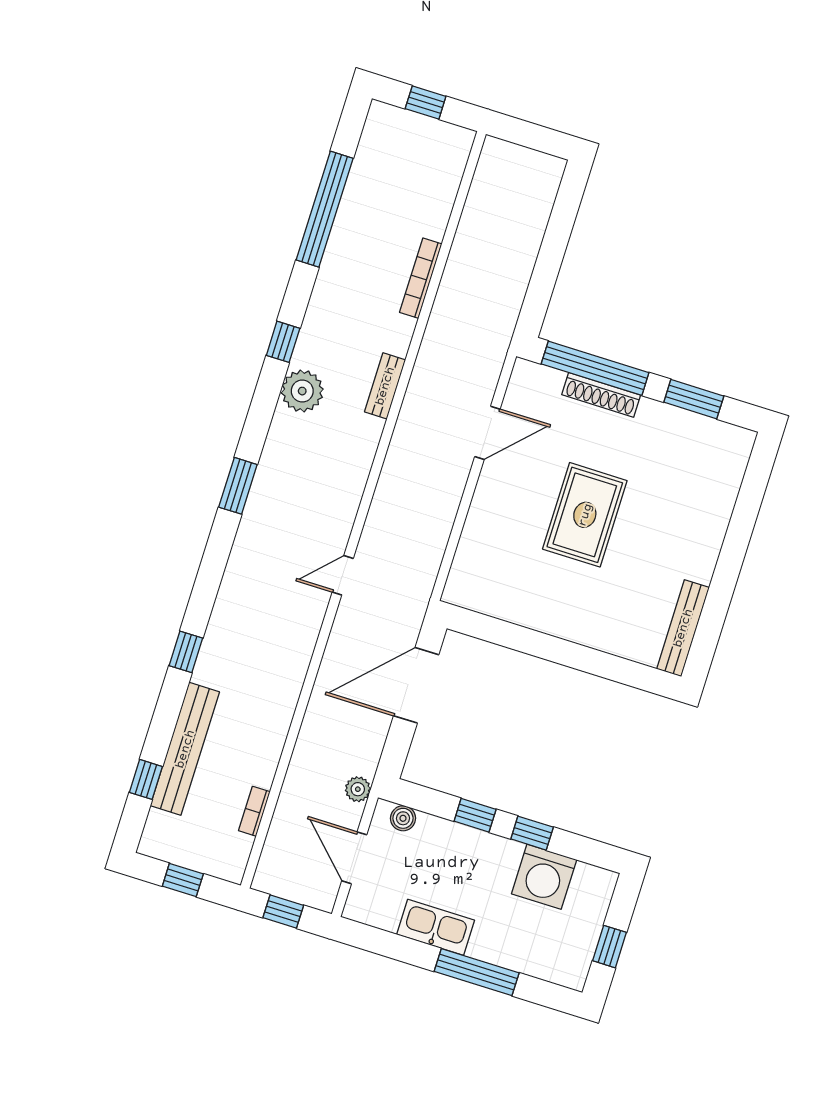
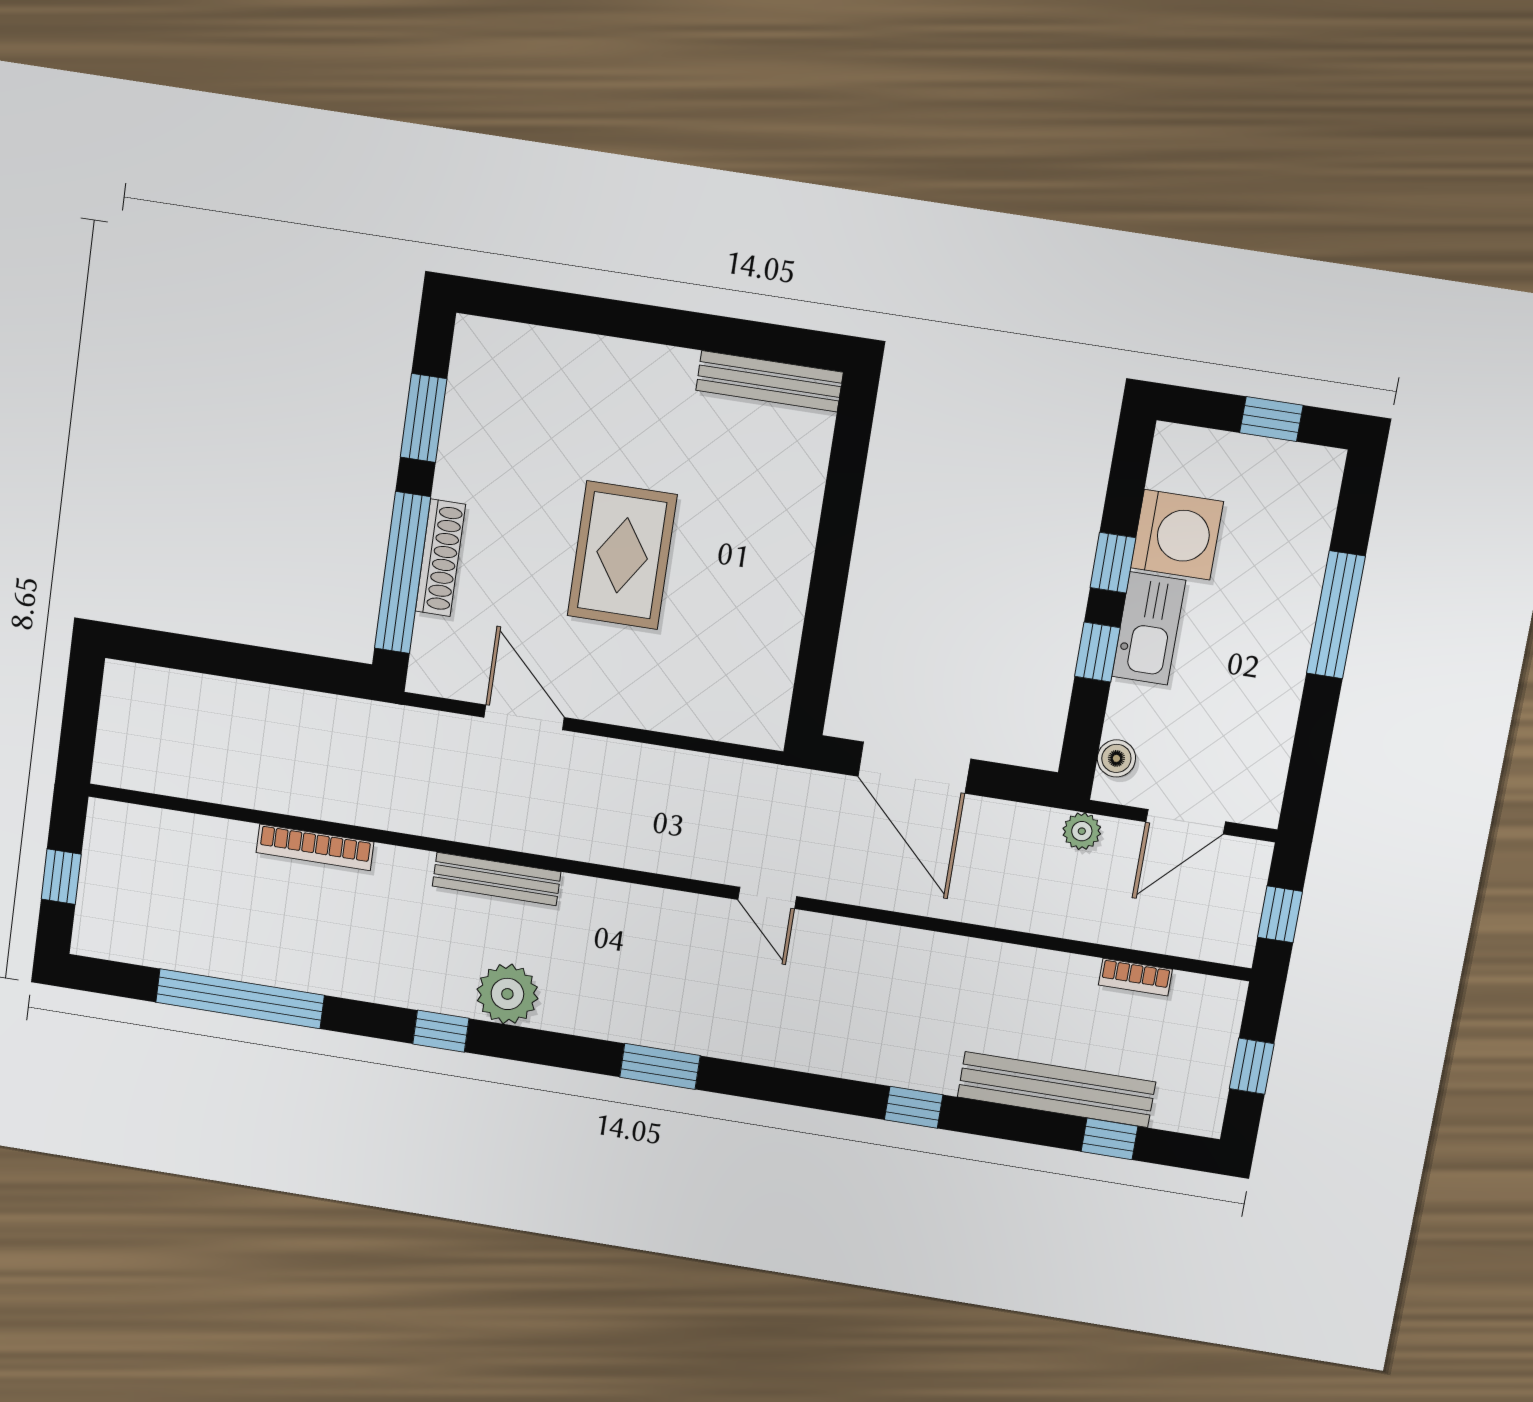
bench: (385, 386) -> (497, 879), width x1.36
rug: (585, 515) -> (622, 555), turned 90
kitchen sink: (436, 927) -> (1149, 628), moved, turned 180

